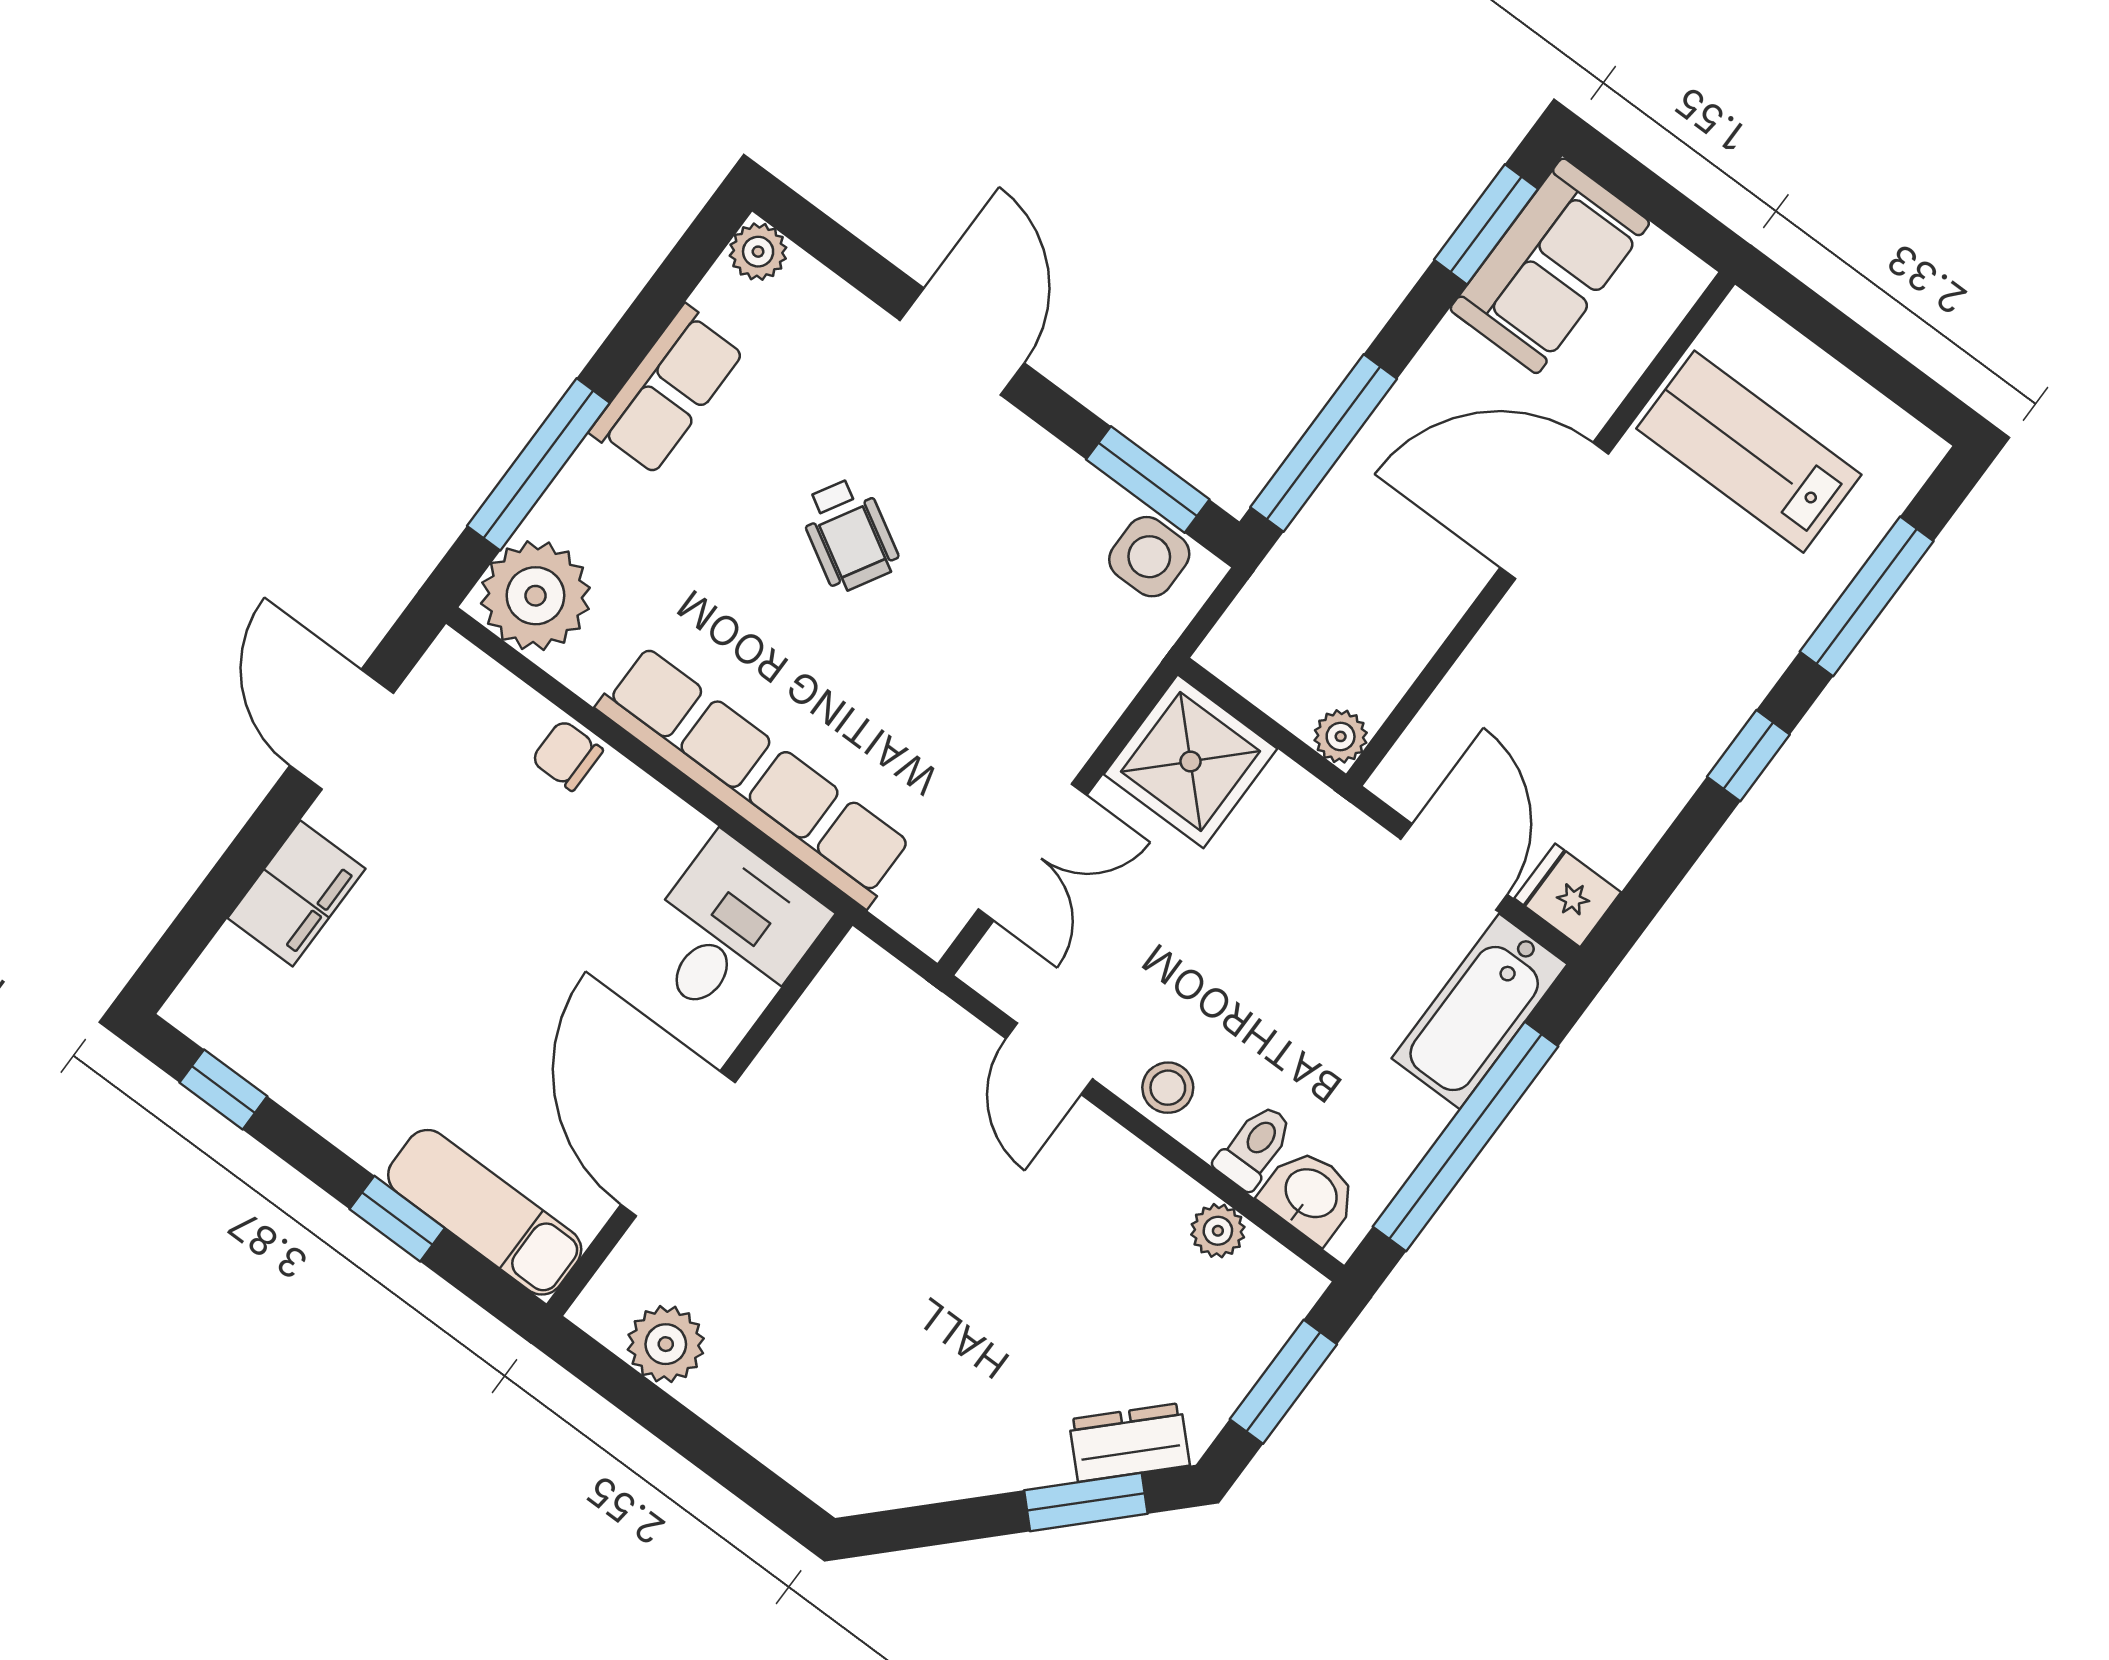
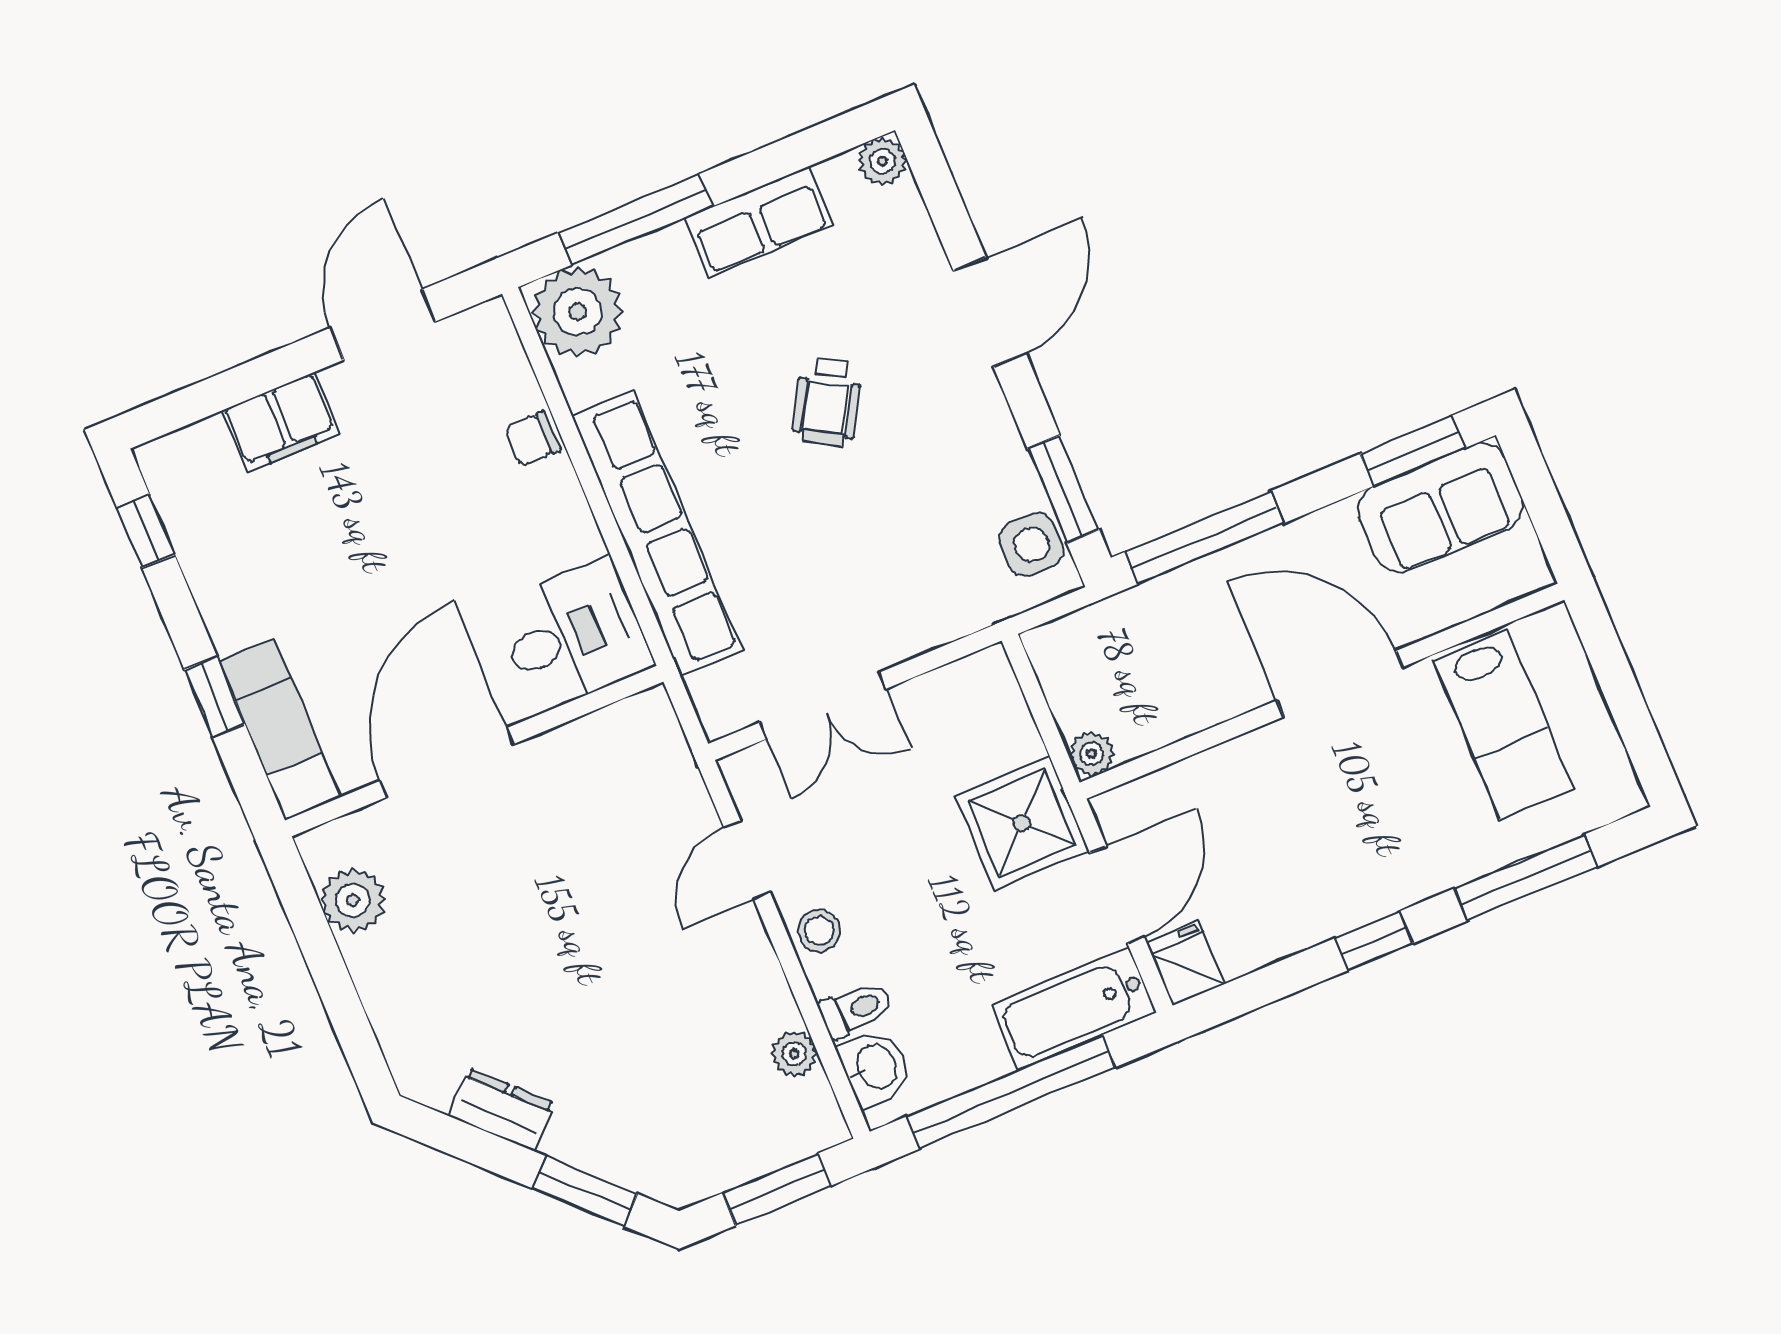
lab bench: (1749, 452) -> (1503, 724), turned 180
chair: (567, 755) -> (532, 439), turned -90
shower: (1191, 761) -> (1022, 823), moved
dresser: (1129, 1442) -> (502, 1110), moved

